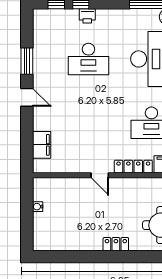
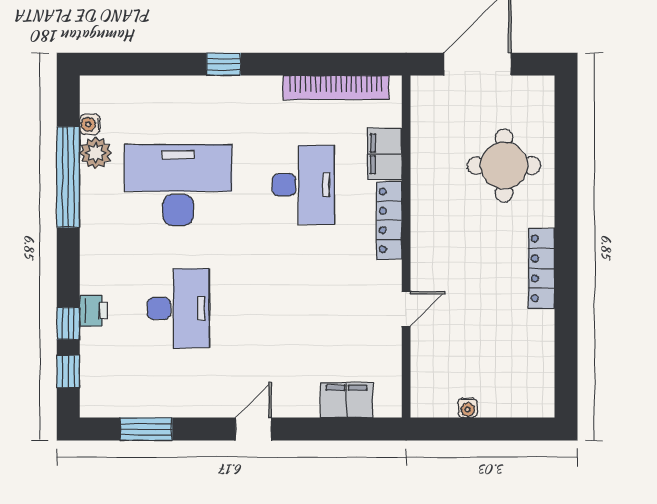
window: (27, 61) -> (146, 429), moved
door: (100, 175) -> (406, 309), moved
locker: (116, 244) -> (541, 268), width x1.53

